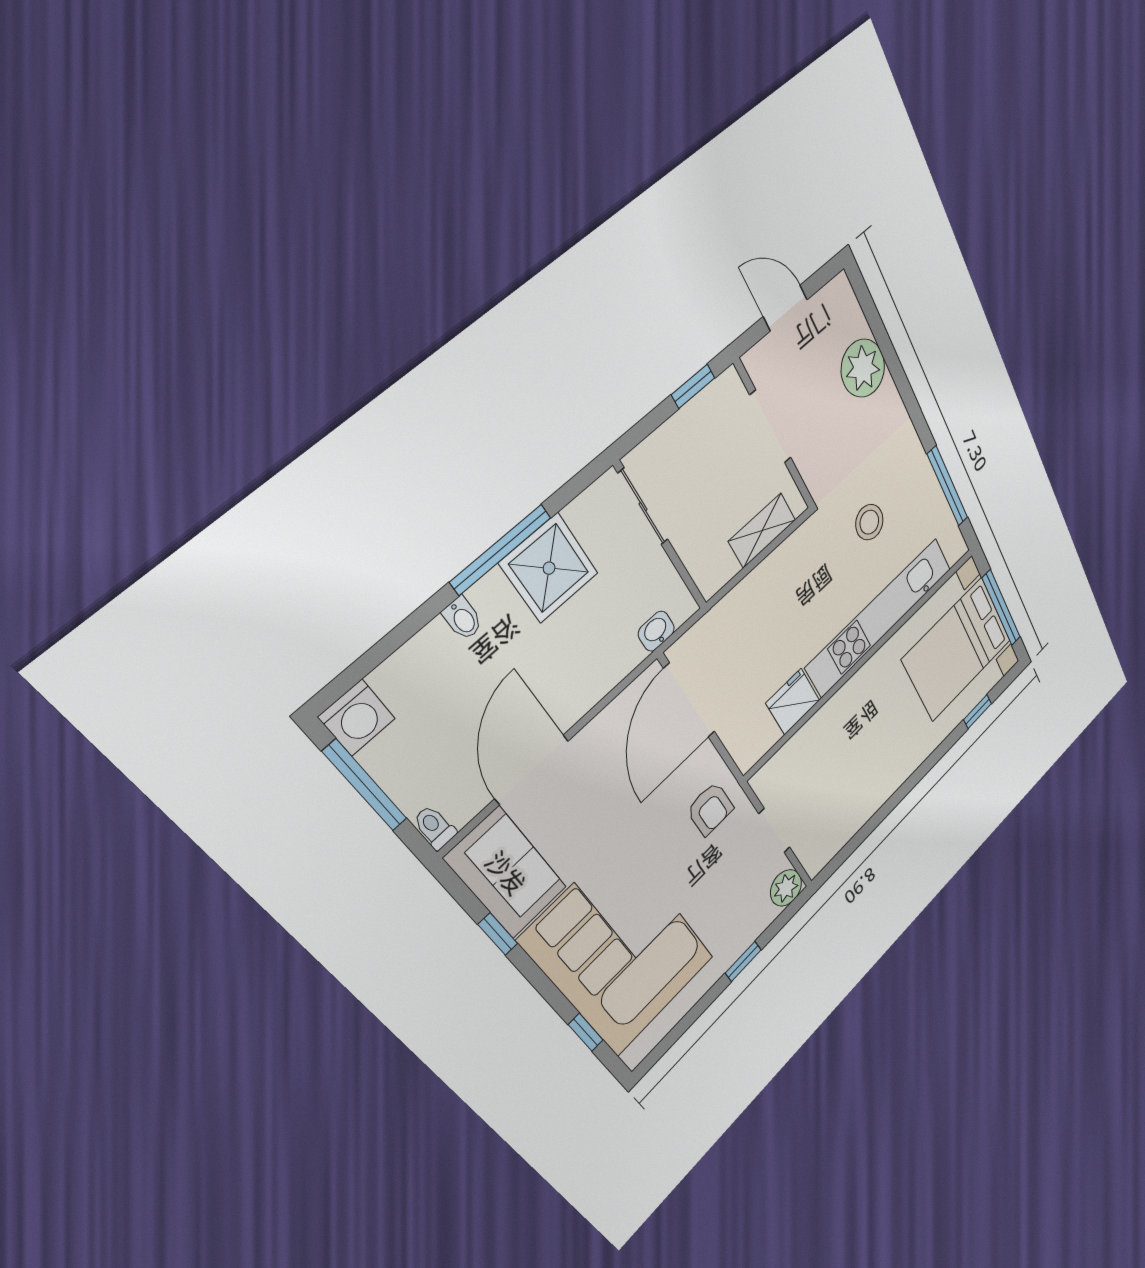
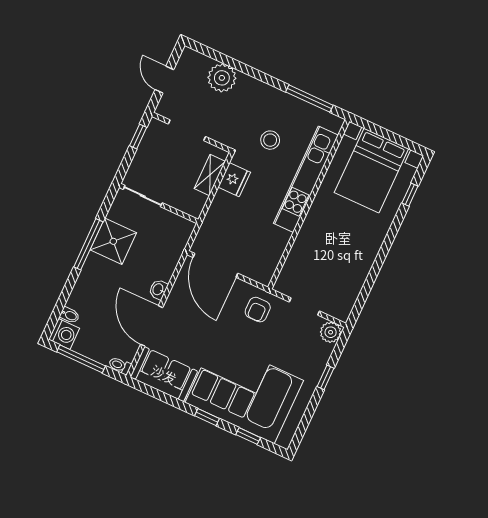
door: (785, 308) -> (164, 80), hinge flipped
window: (1001, 608) -> (390, 136), removed
bidet: (463, 618) -> (70, 315), moved
washbasin: (656, 631) -> (158, 289), moved
fridge: (793, 702) -> (234, 180), moved, turned 180
armchair: (710, 809) -> (258, 310), turned 90
window: (498, 934) -> (207, 417), moved

